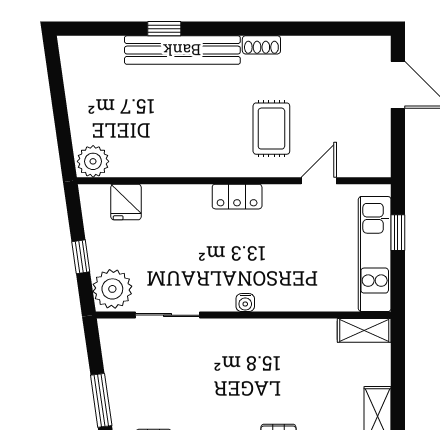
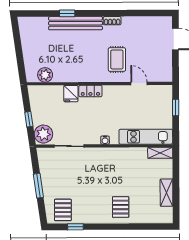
plant: (93, 161) -> (45, 75), moved
door: (319, 181) -> (139, 84), hinge flipped
locker: (237, 197) -> (90, 91), moved
fridge: (126, 202) -> (71, 94), moved
kitchen unit: (375, 254) -> (146, 137), moved, turned 90

